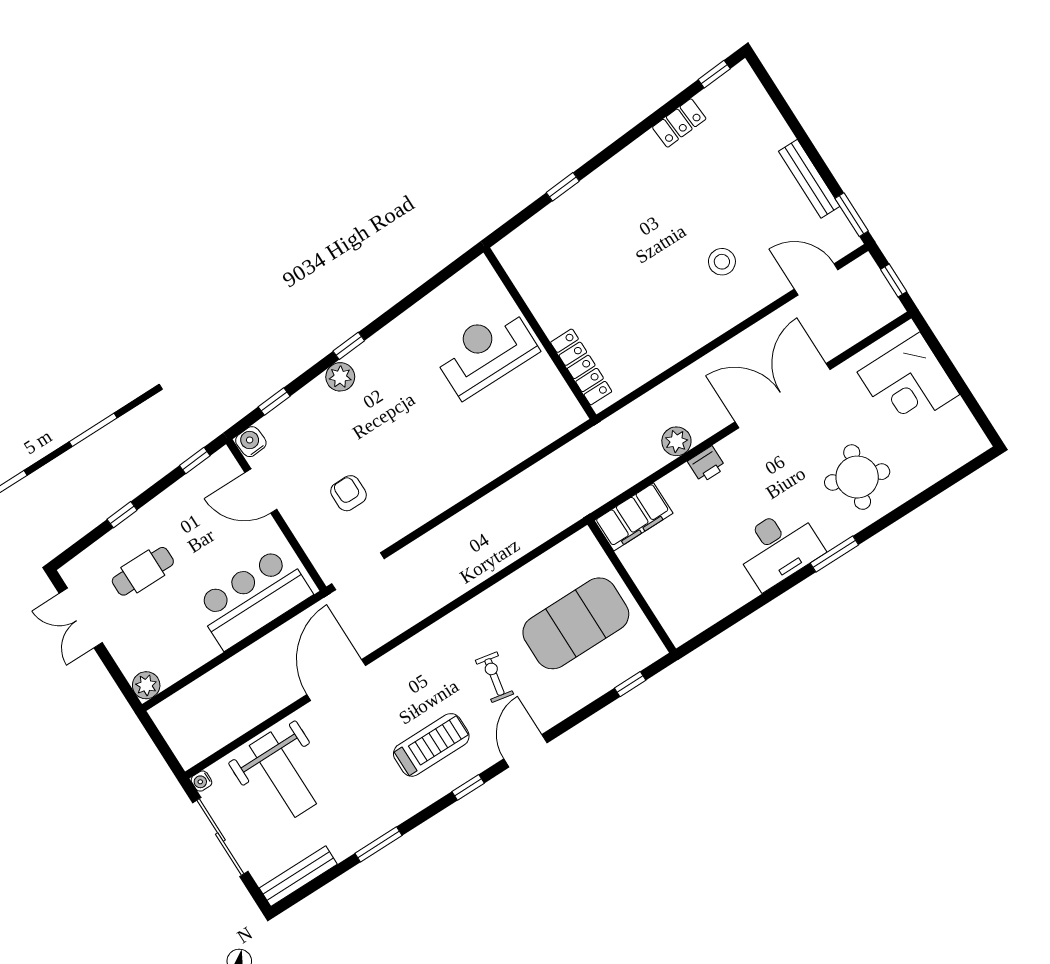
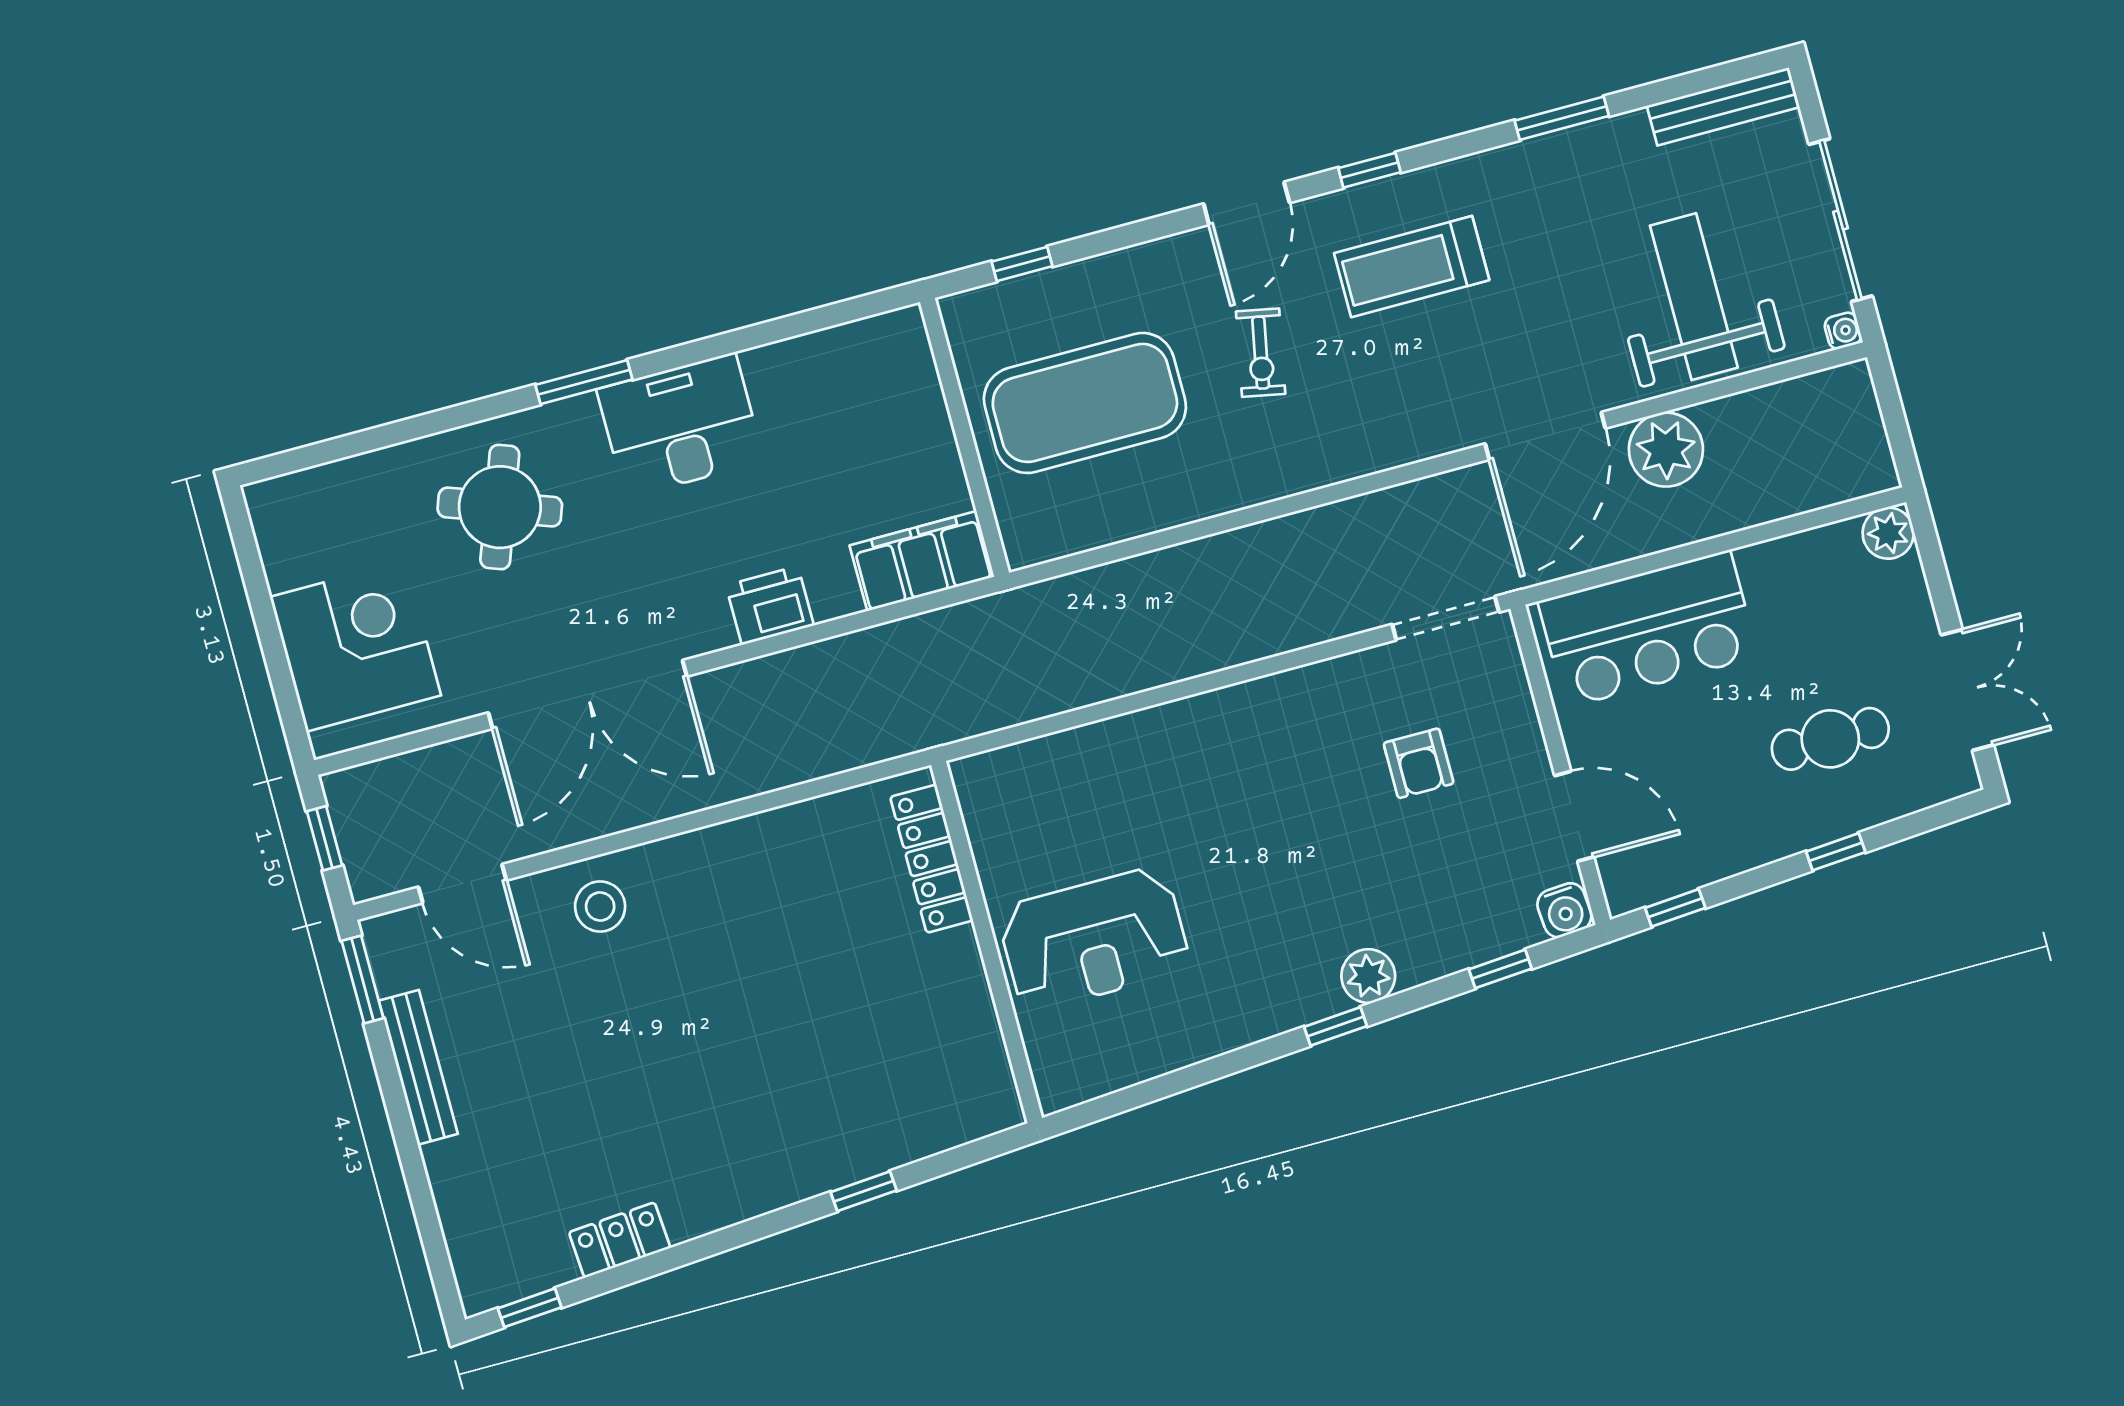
stool: (722, 262) -> (600, 907), moved
plant: (676, 441) -> (1666, 450), moved, width x1.36, depth x1.36
printer: (707, 464) -> (770, 605), width x1.36, depth x1.24

